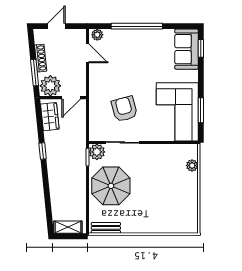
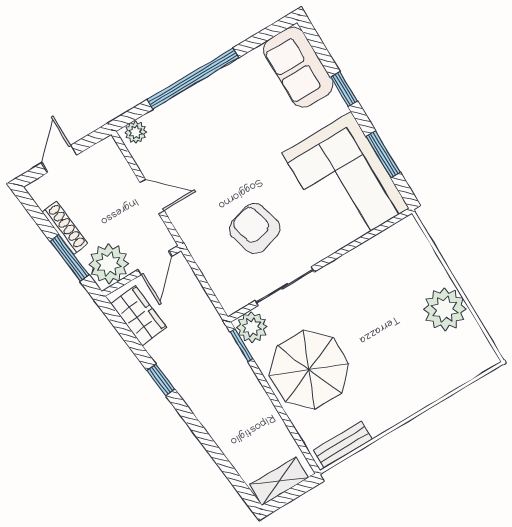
window: (201, 48) -> (344, 89), moved
door: (87, 53) -> (152, 196), moved
plant: (192, 165) -> (445, 309), moved, width x1.88, depth x1.88

